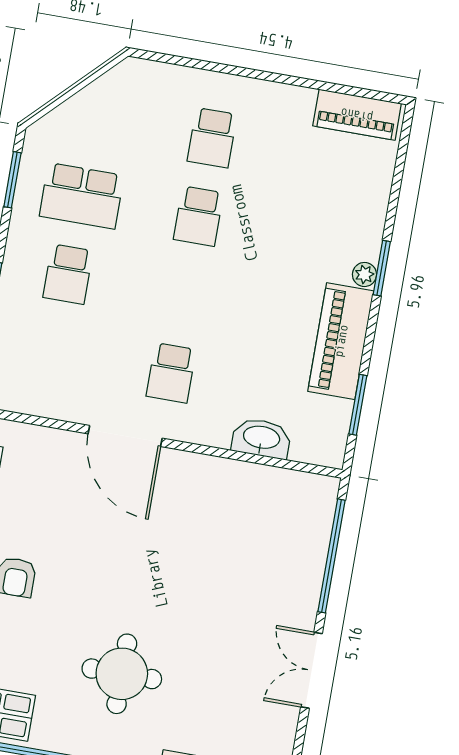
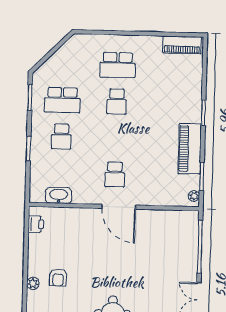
school desk: (212, 138) -> (118, 65), width x1.85
plant: (364, 274) -> (194, 196), moved
door: (125, 436) -> (119, 207), moved
washbasin: (261, 438) -> (59, 195), moved

